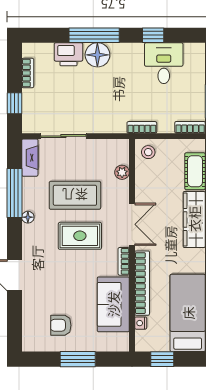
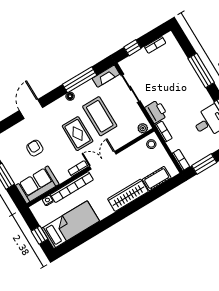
printer: (69, 54) -> (156, 112), moved, turned 180
floor lamp: (97, 55) -> (191, 80), removed
plant: (122, 172) -> (143, 128), moved
double door: (132, 224) -> (103, 160), swing flipped
sofa: (113, 304) -> (37, 185), moved
armchair: (61, 325) -> (35, 148), moved
window: (162, 359) -> (40, 235), moved

